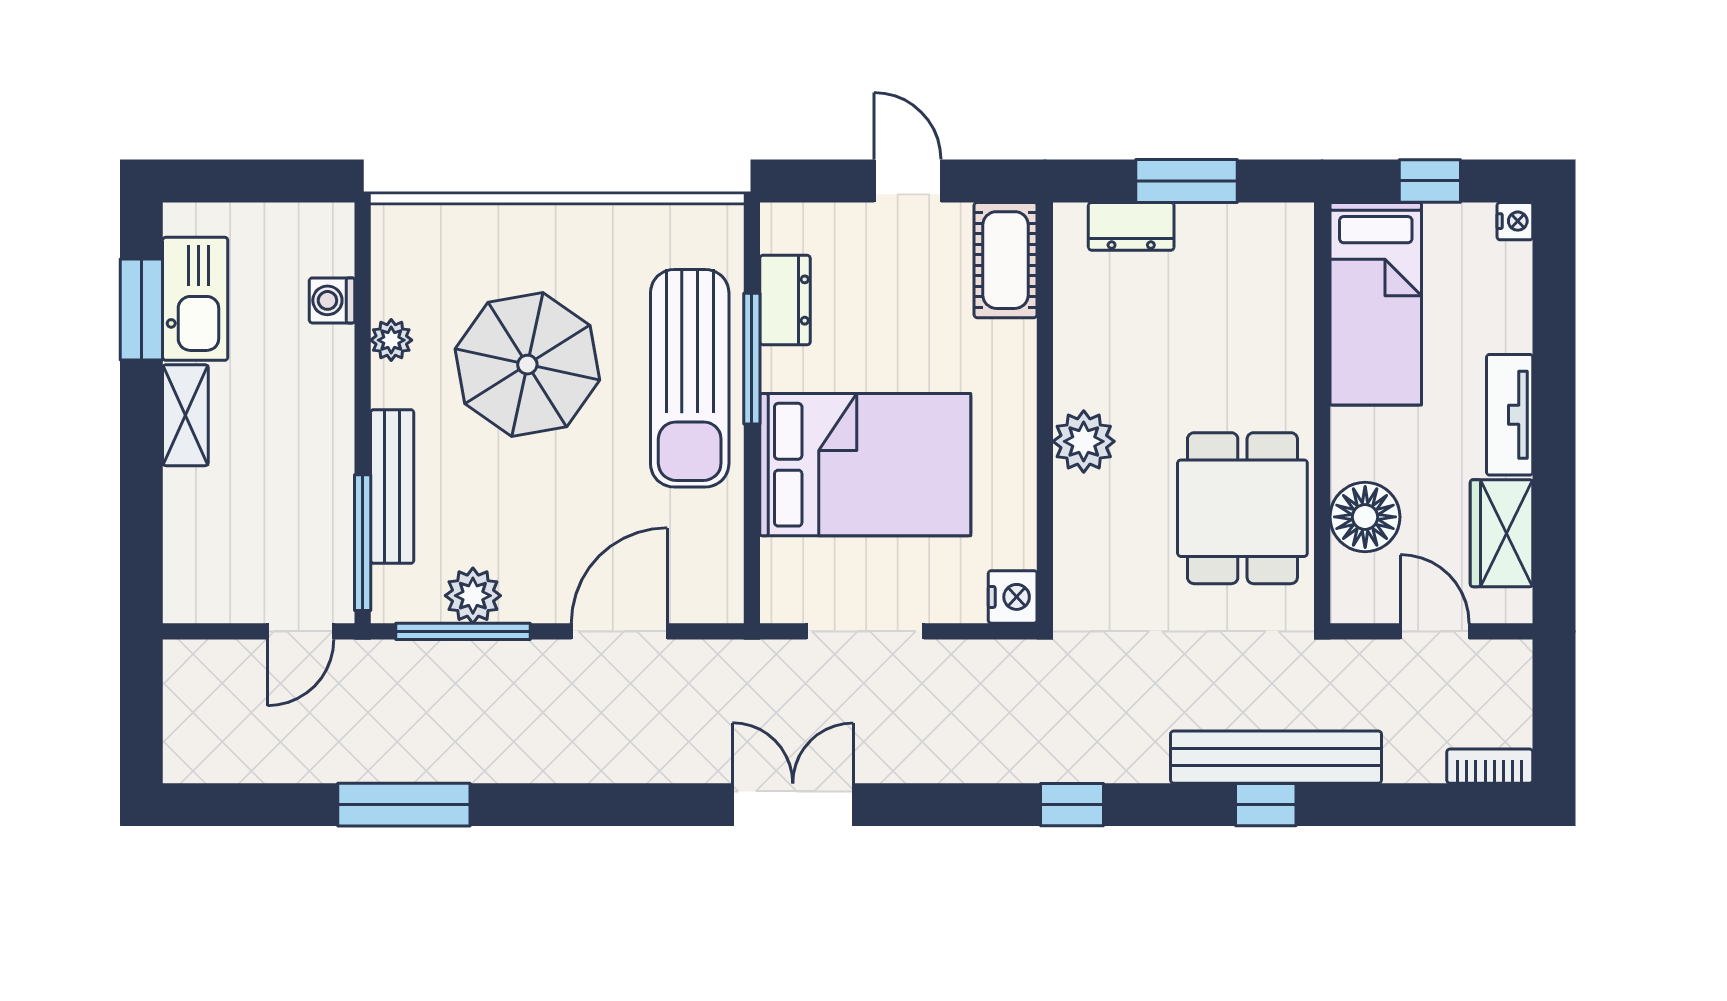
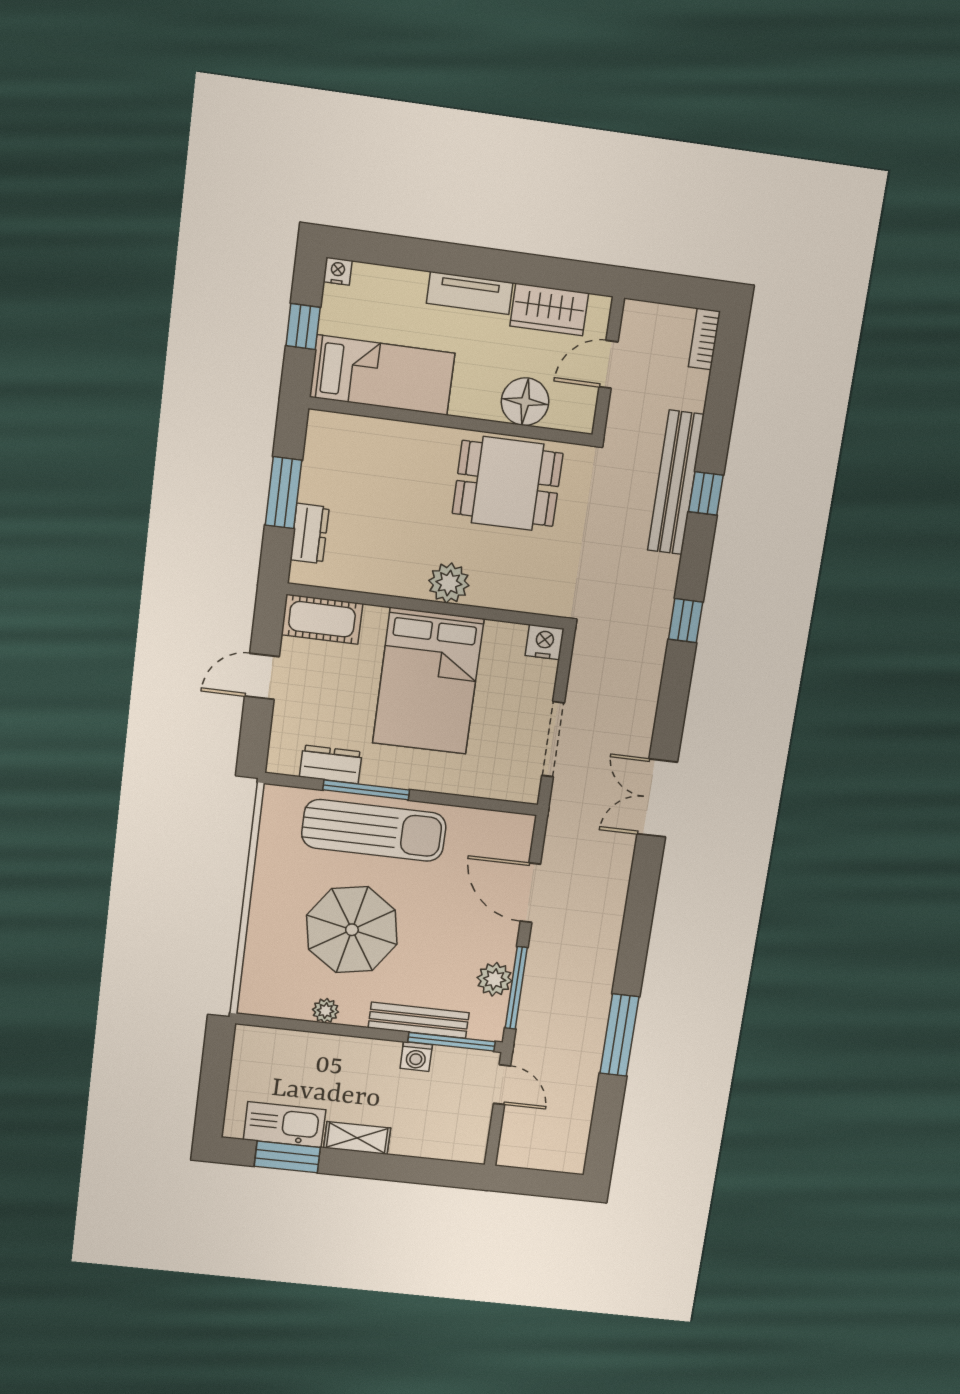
washing machine: (332, 300) -> (416, 1057), moved
bed: (865, 465) -> (428, 681), moved, turned 180

